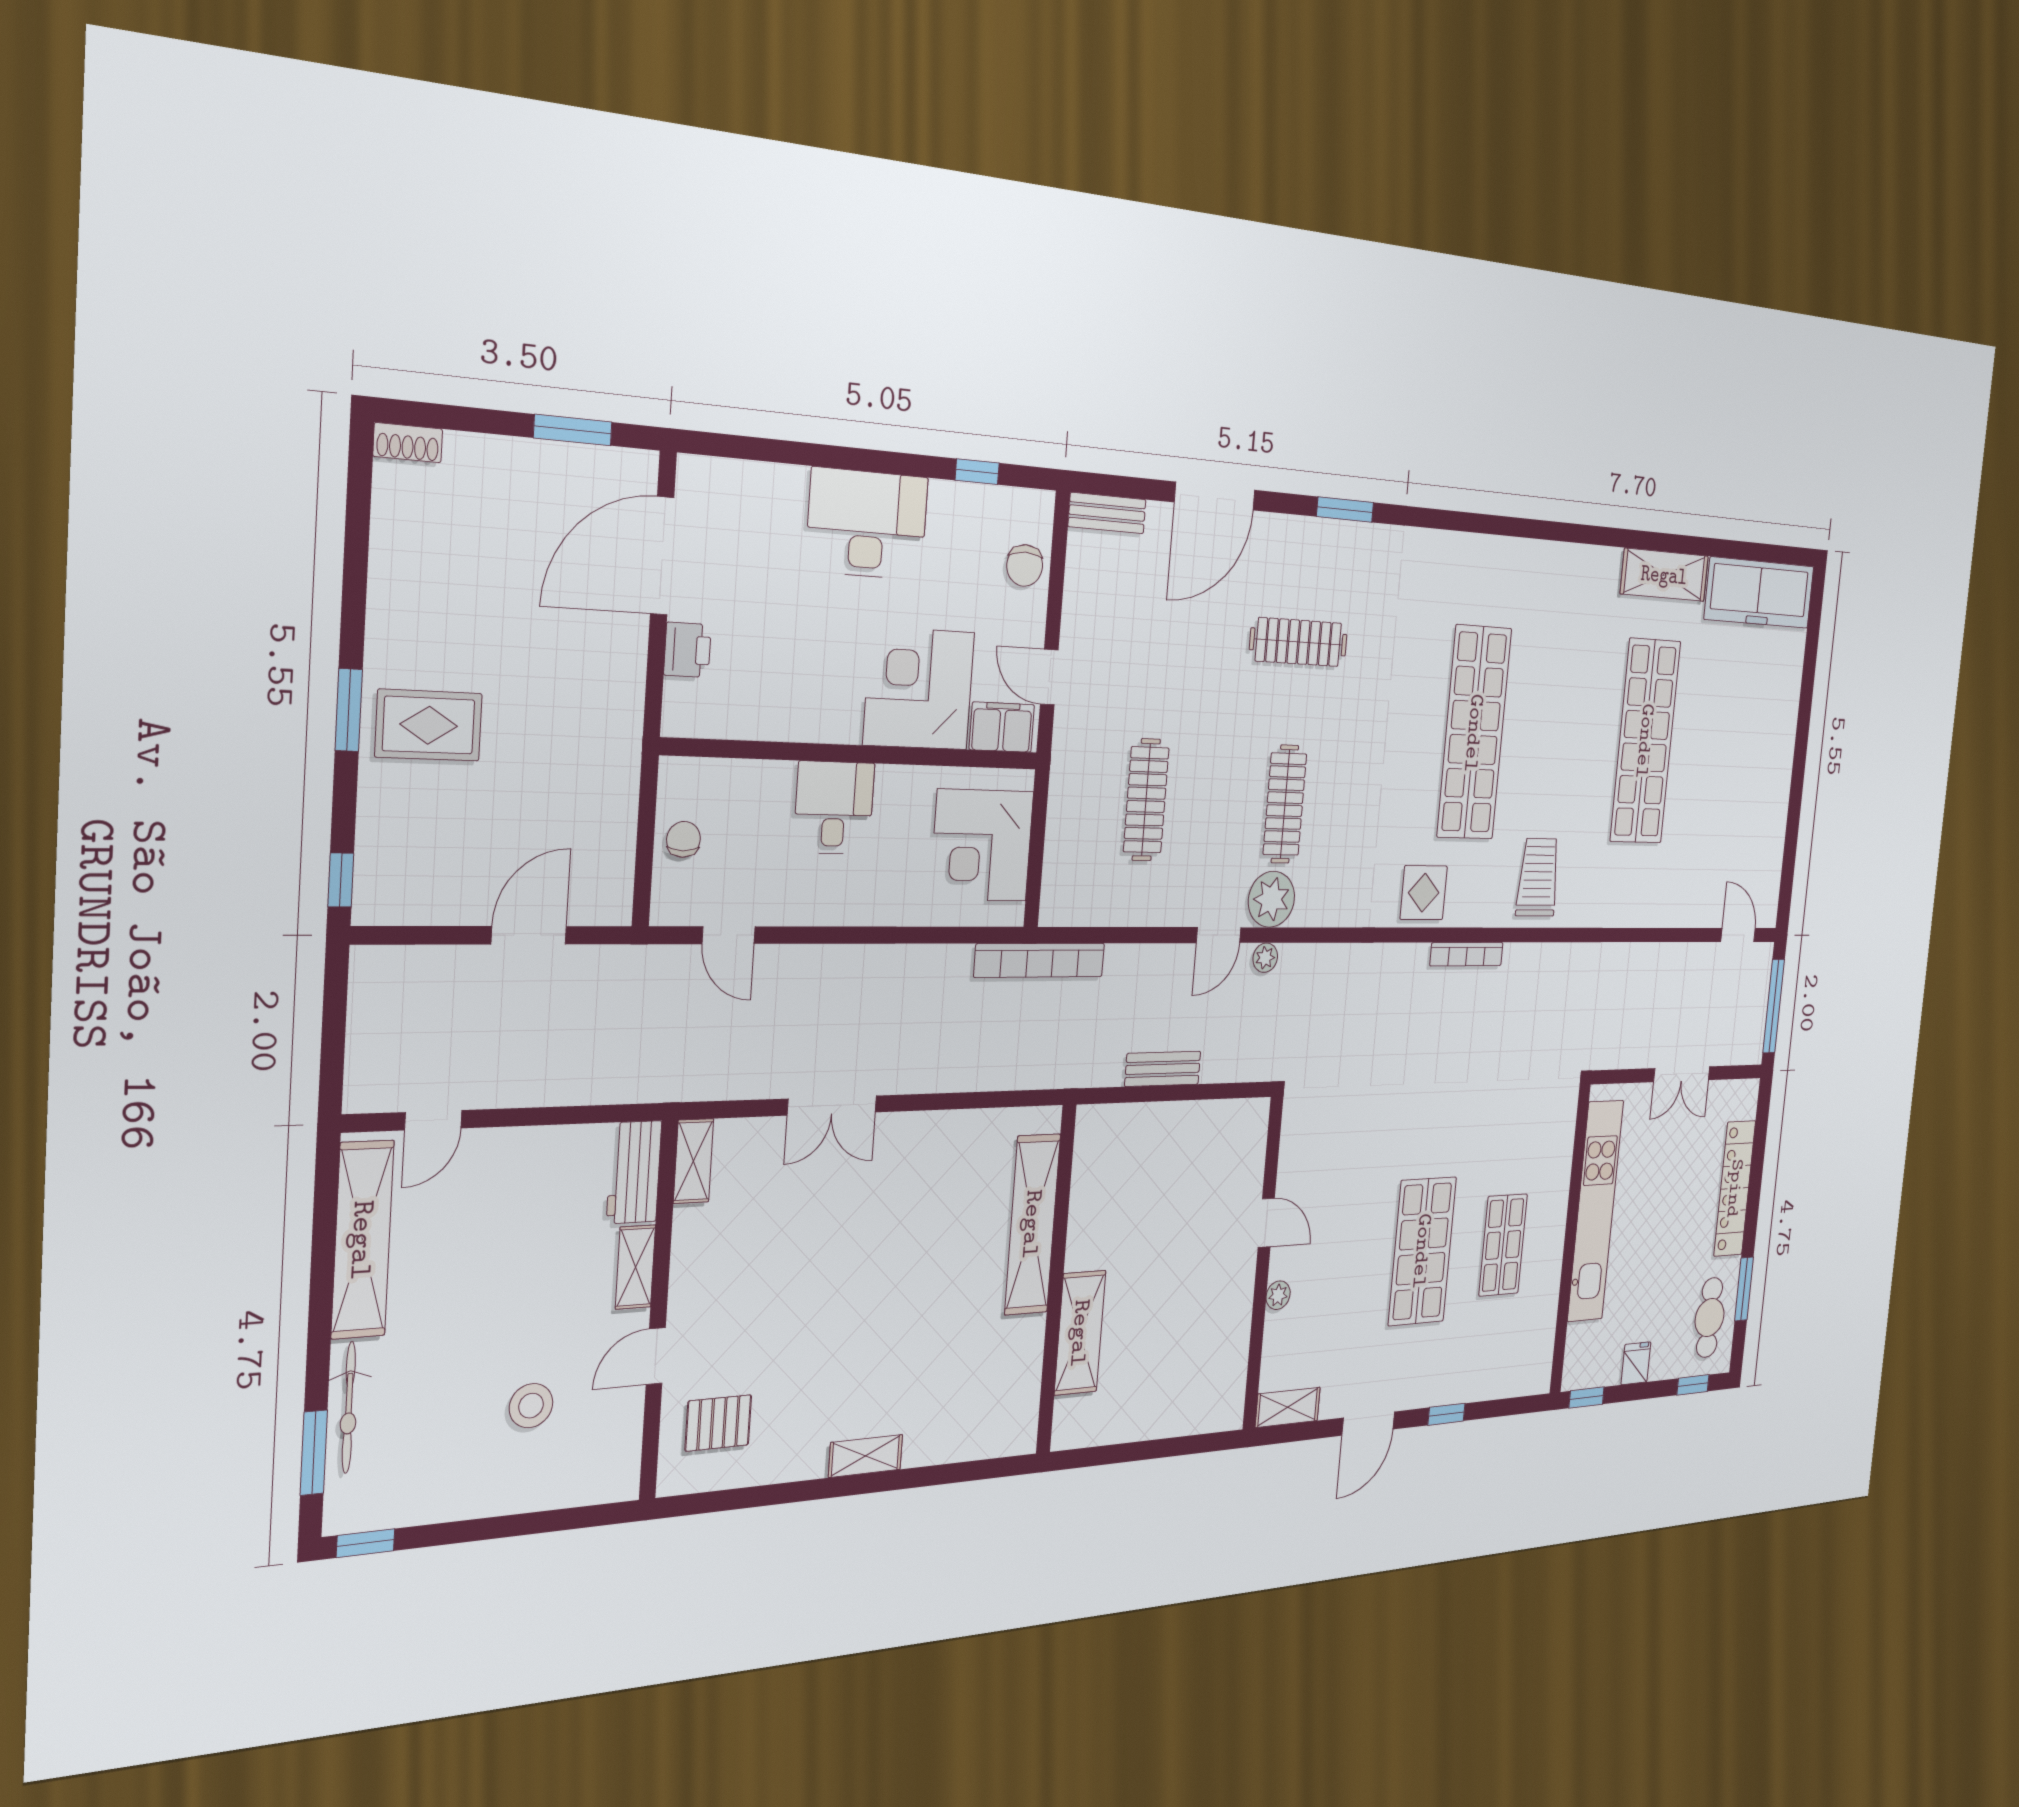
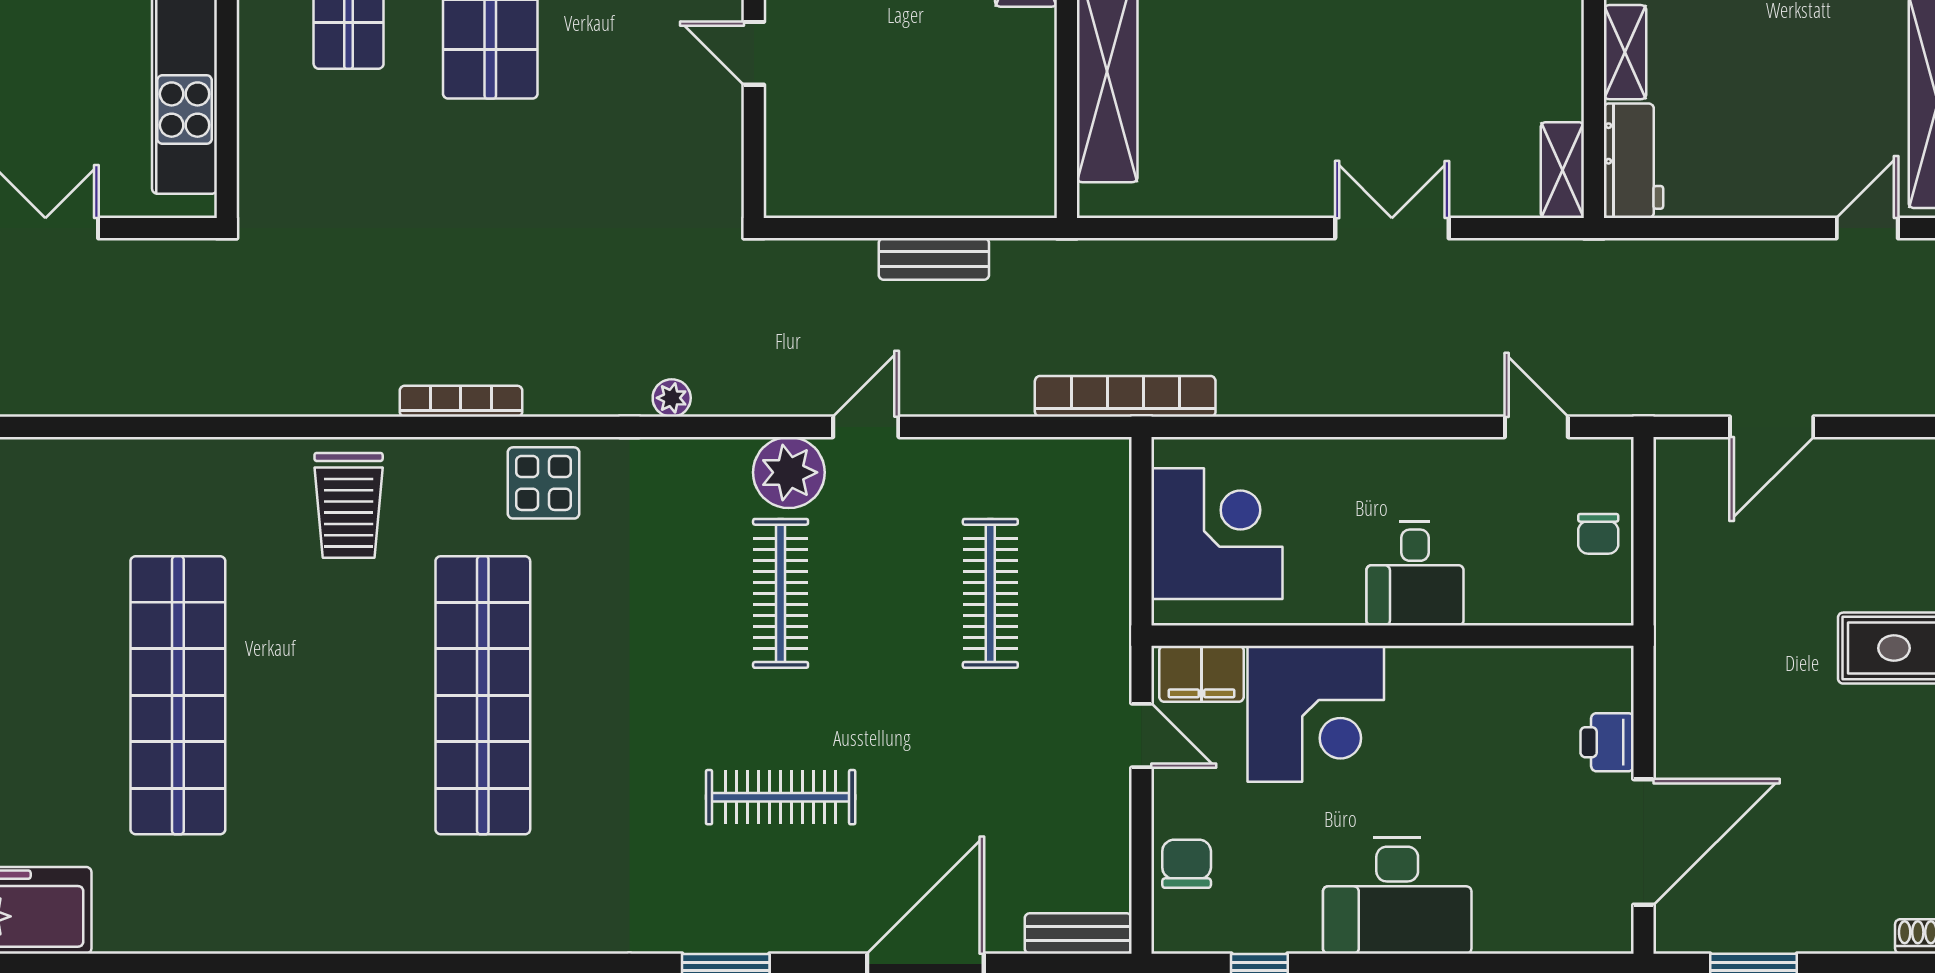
shelving: (1664, 575) -> (173, 923), removed
plant: (1265, 958) -> (672, 398), moved

